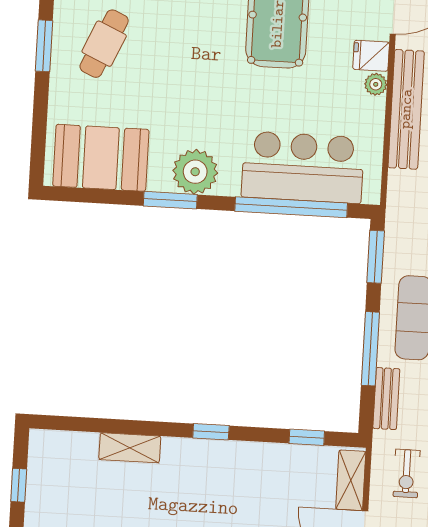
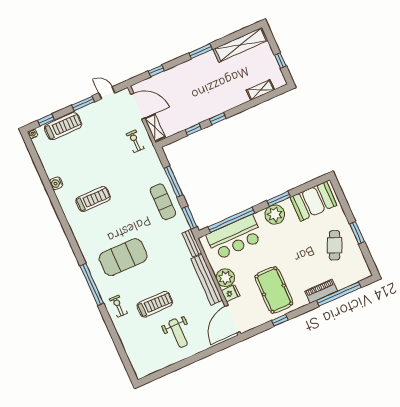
plant: (376, 84) -> (225, 278), width x1.88, depth x1.88
bench: (386, 399) -> (192, 243), moved
window: (307, 437) -> (193, 130), moved
shelving: (130, 448) -> (260, 90), moved

